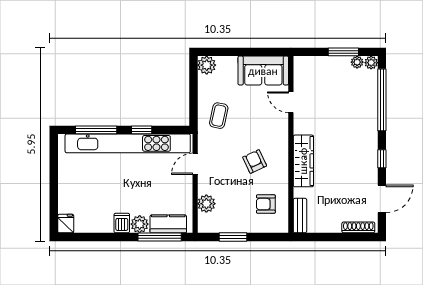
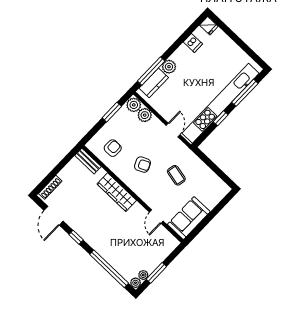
plant: (207, 65) -> (134, 105), moved
door: (291, 102) -> (156, 217), swing flipped
coffee table: (219, 116) -> (176, 175), moved
dishwasher: (122, 223) -> (193, 43), moved

